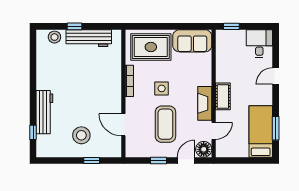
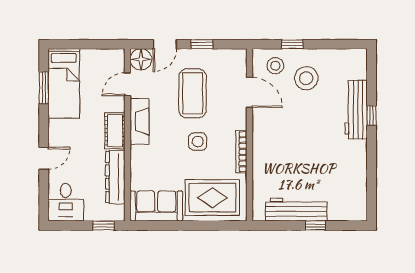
stool: (54, 37) -> (275, 66), moved
dresser: (223, 62) -> (115, 177), added
window: (33, 132) -> (372, 116), moved

